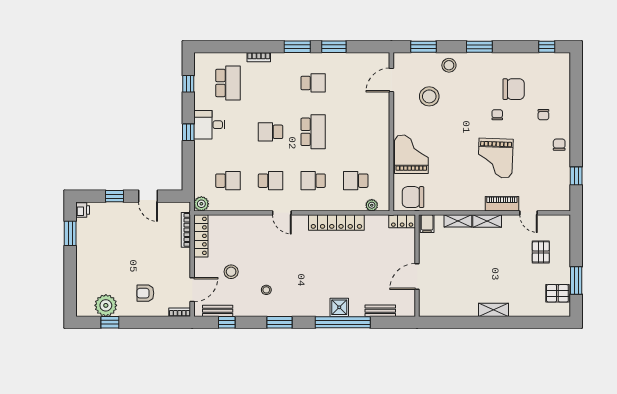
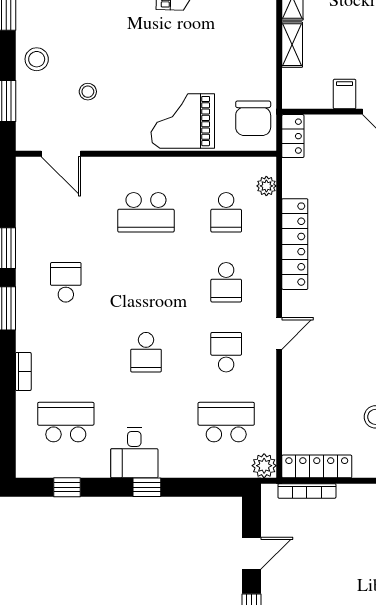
stool: (429, 96) -> (88, 92), width x0.53, depth x0.53
school desk: (313, 132) -> (146, 212), moved, turned 180
school desk: (228, 181) -> (226, 422), width x1.85
filing cabinet: (427, 224) -> (345, 94), moved, turned -90

